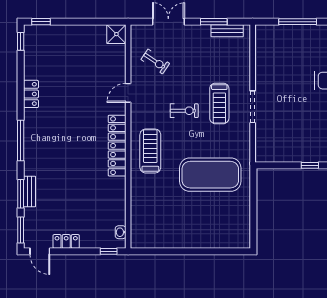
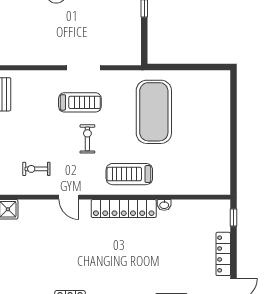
exercise bike: (155, 62) -> (36, 169), turned -124
washbasin: (121, 232) -> (164, 205), moved
locker: (66, 241) -> (223, 254), width x1.53

